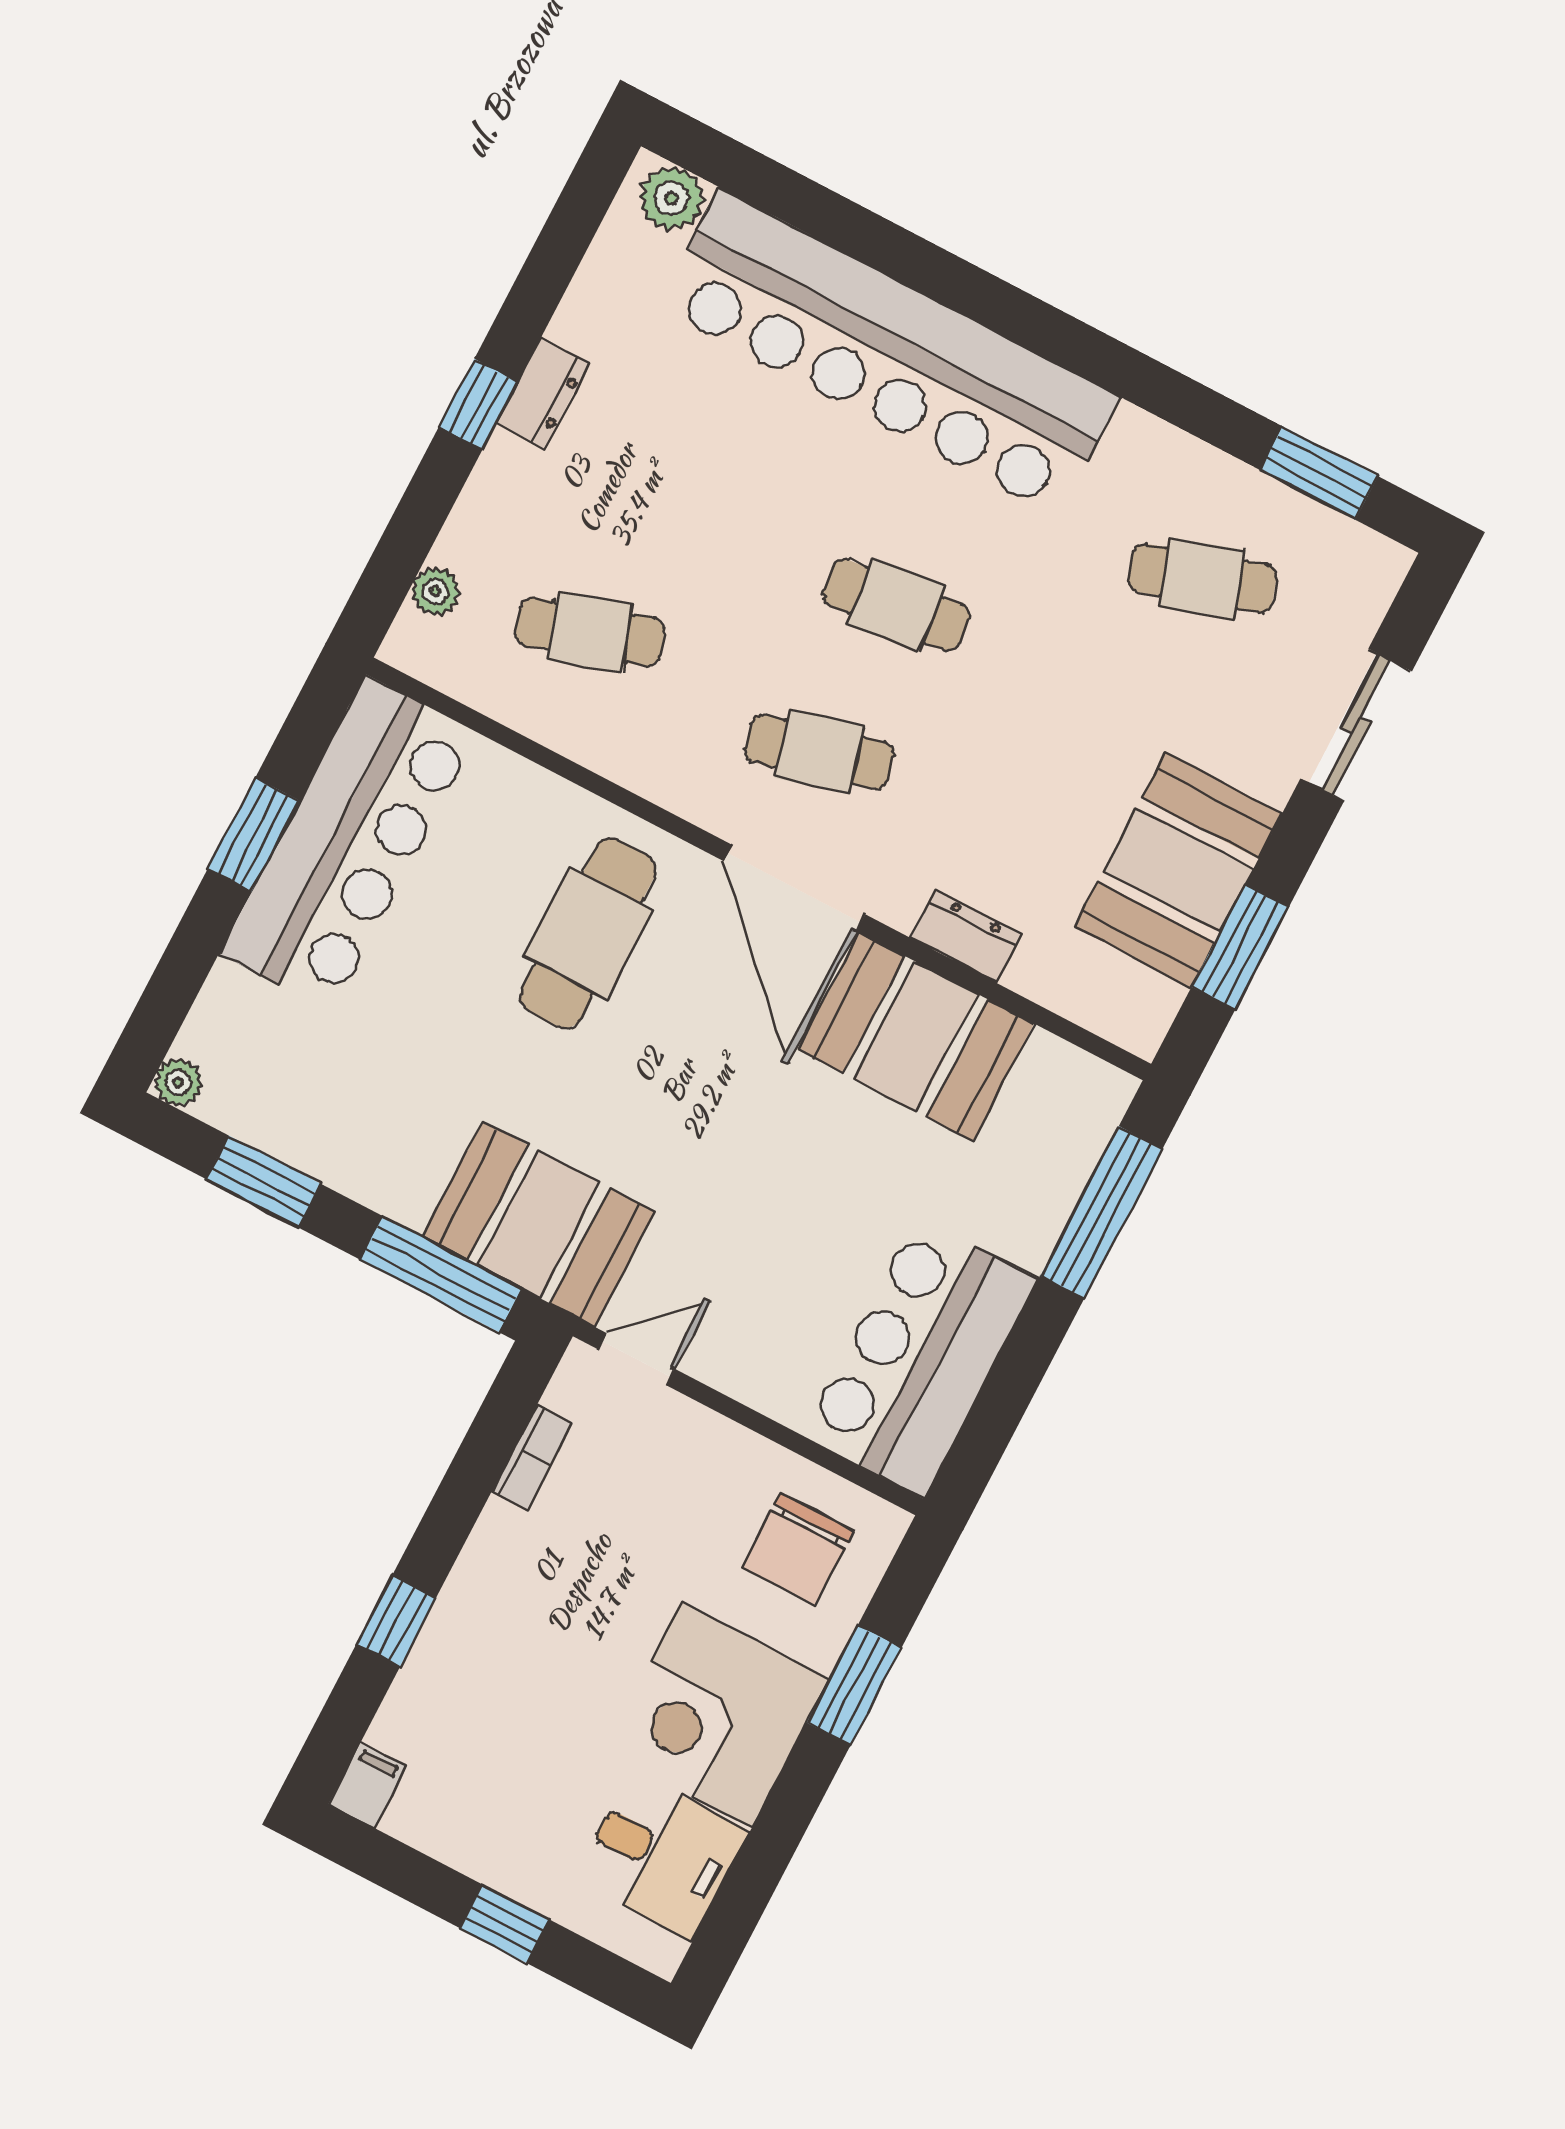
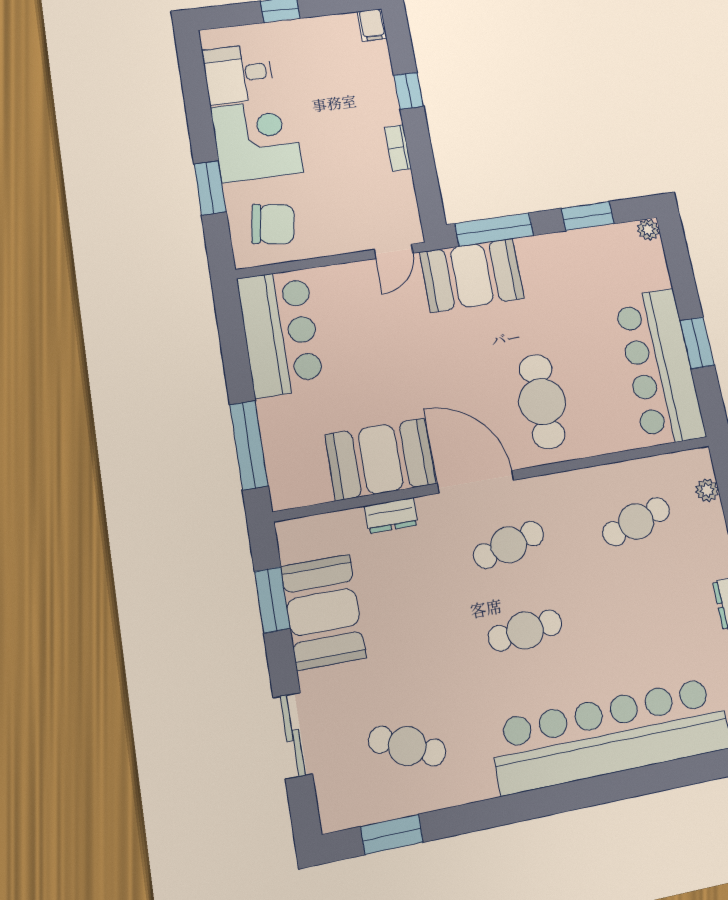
cafe table: (1202, 578) -> (407, 746), turned 42
bookcase: (532, 1457) -> (398, 148), moved
chair: (798, 1549) -> (273, 224), turned 99

